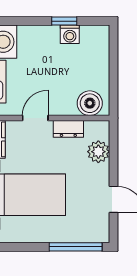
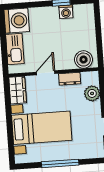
window: (76, 247) -> (60, 163), moved

